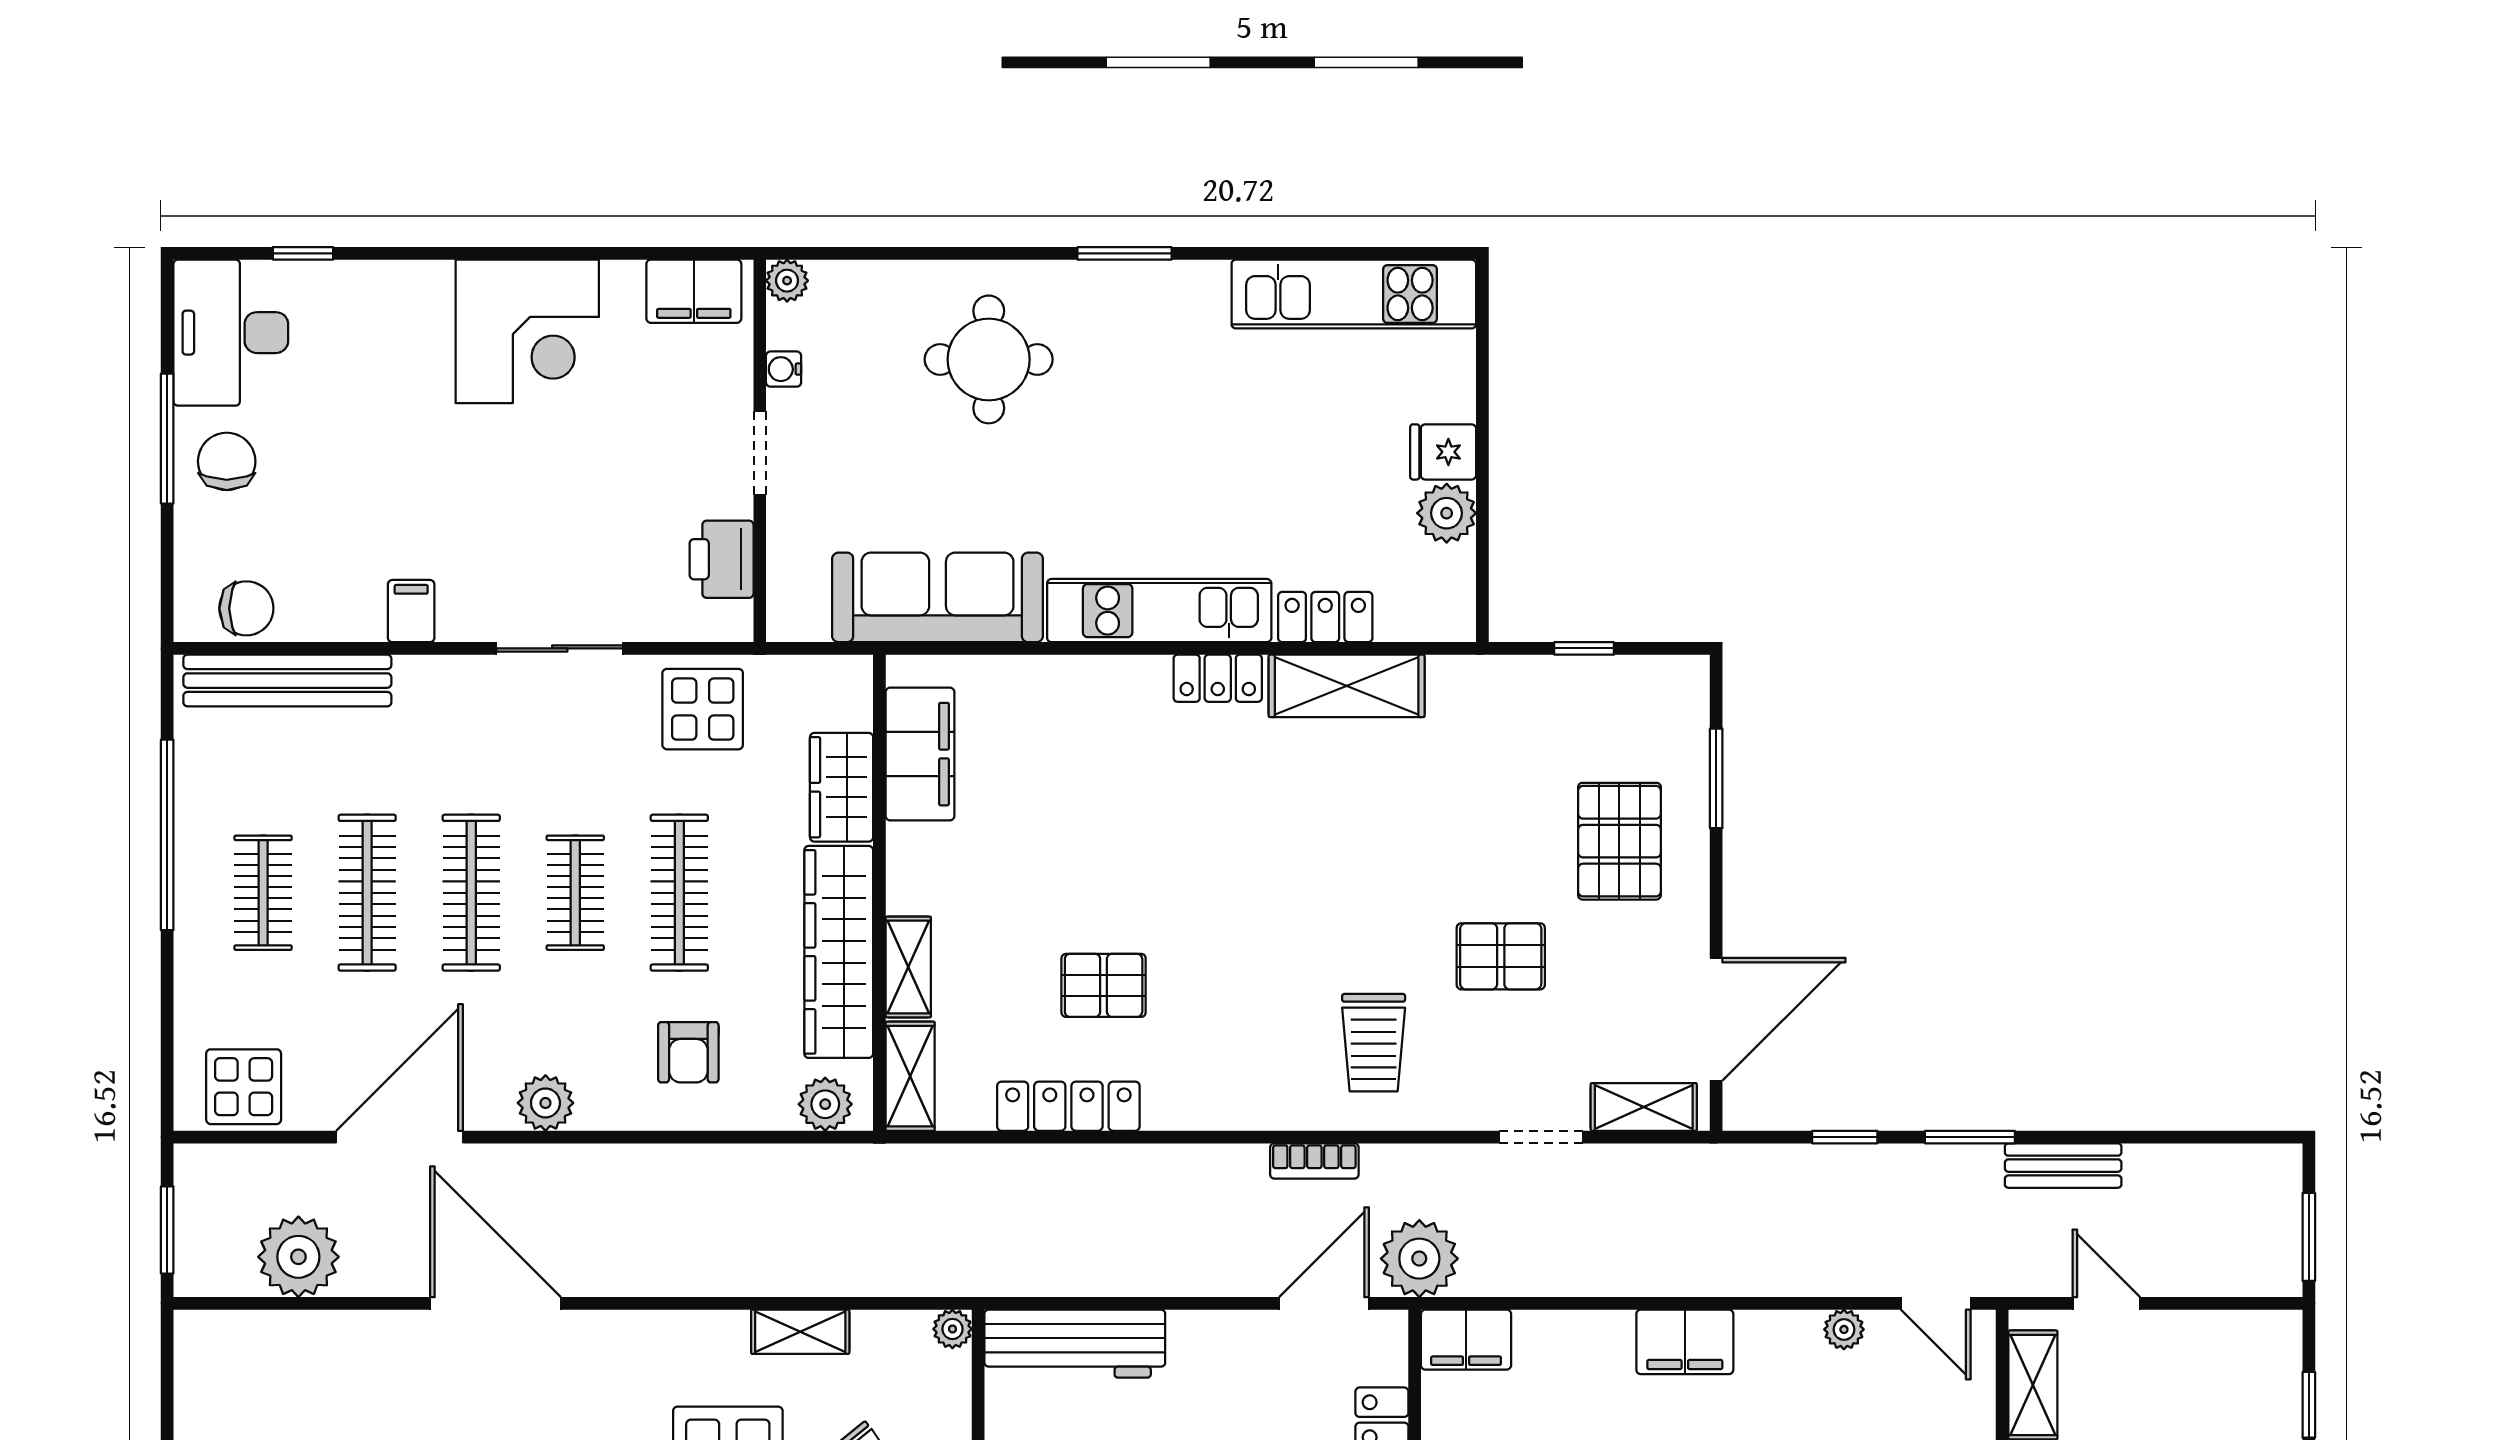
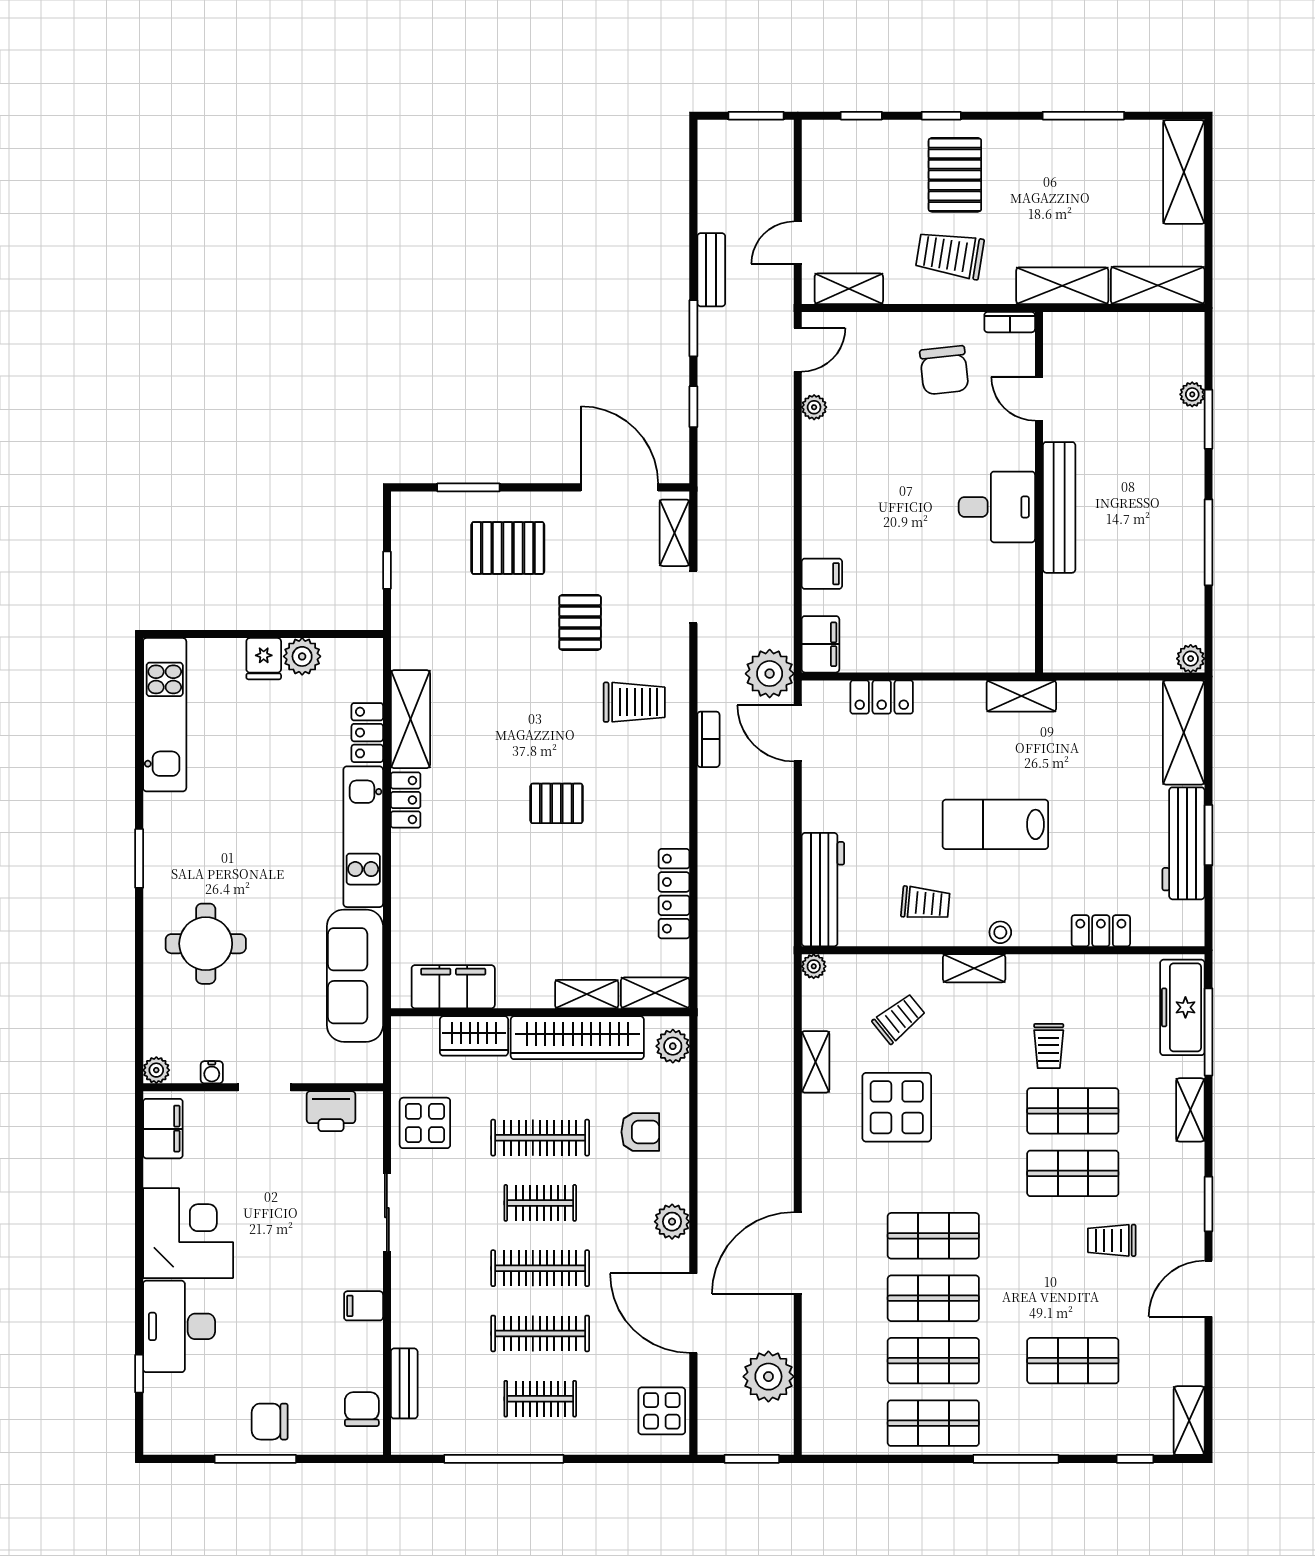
desk: (231, 333) -> (179, 1326), moved, turned 90
bench: (287, 681) -> (404, 1383), width x0.54, depth x0.82
pallet: (1104, 985) -> (557, 803), moved, turned 90
filing cabinet: (1685, 1342) -> (822, 574), moved, width x0.50

